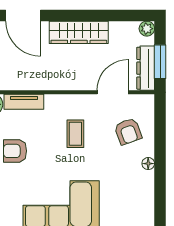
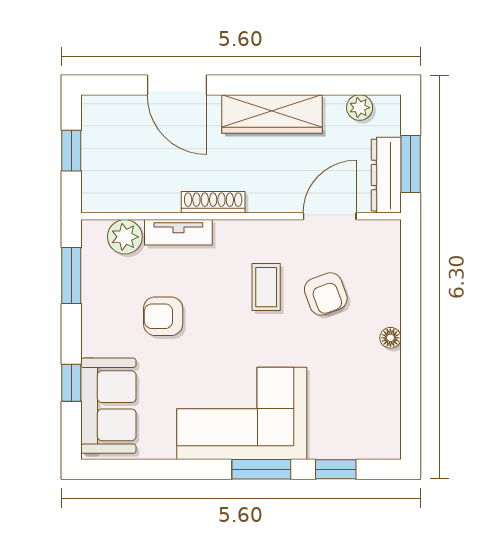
plant: (147, 29) -> (360, 108), moved
shoe rack: (44, 84) -> (213, 202), added
armchair: (128, 131) -> (326, 294), moved

